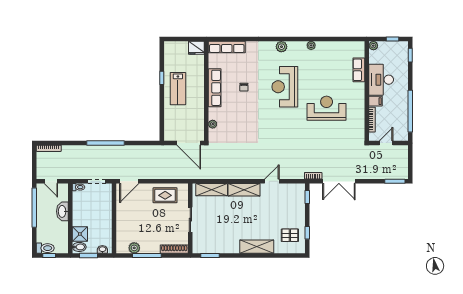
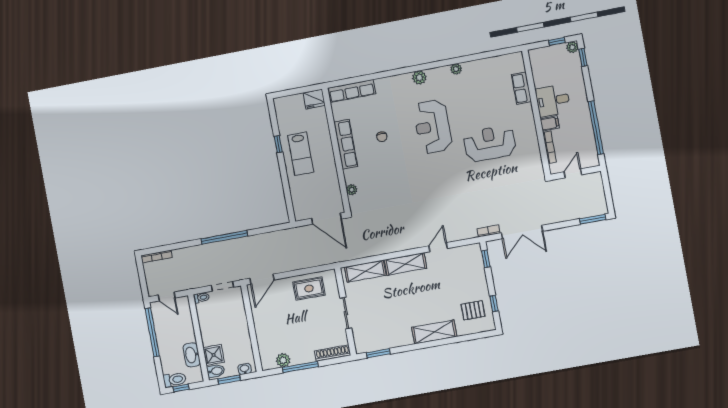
plant: (373, 46) -> (572, 47), moved
desk: (381, 80) -> (553, 100), width x0.73
washbasin: (62, 211) -> (192, 355), moved

